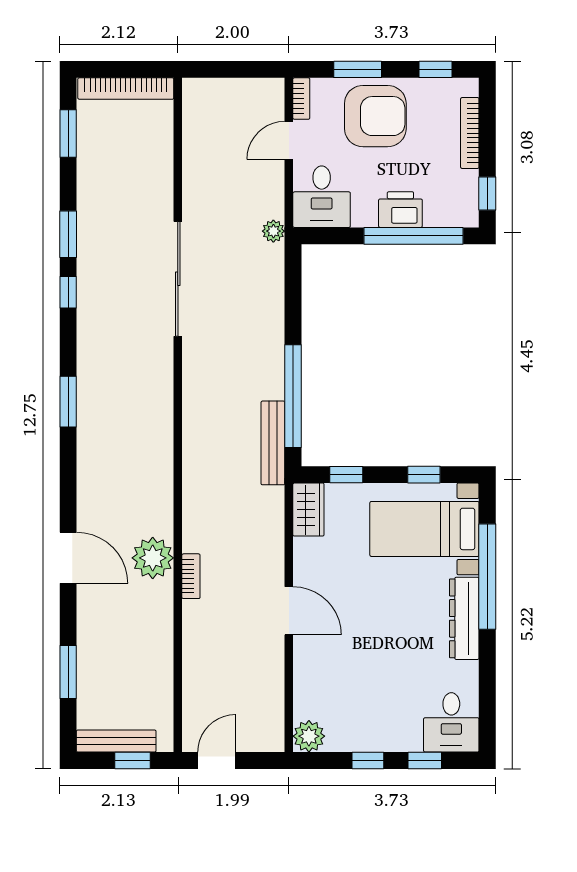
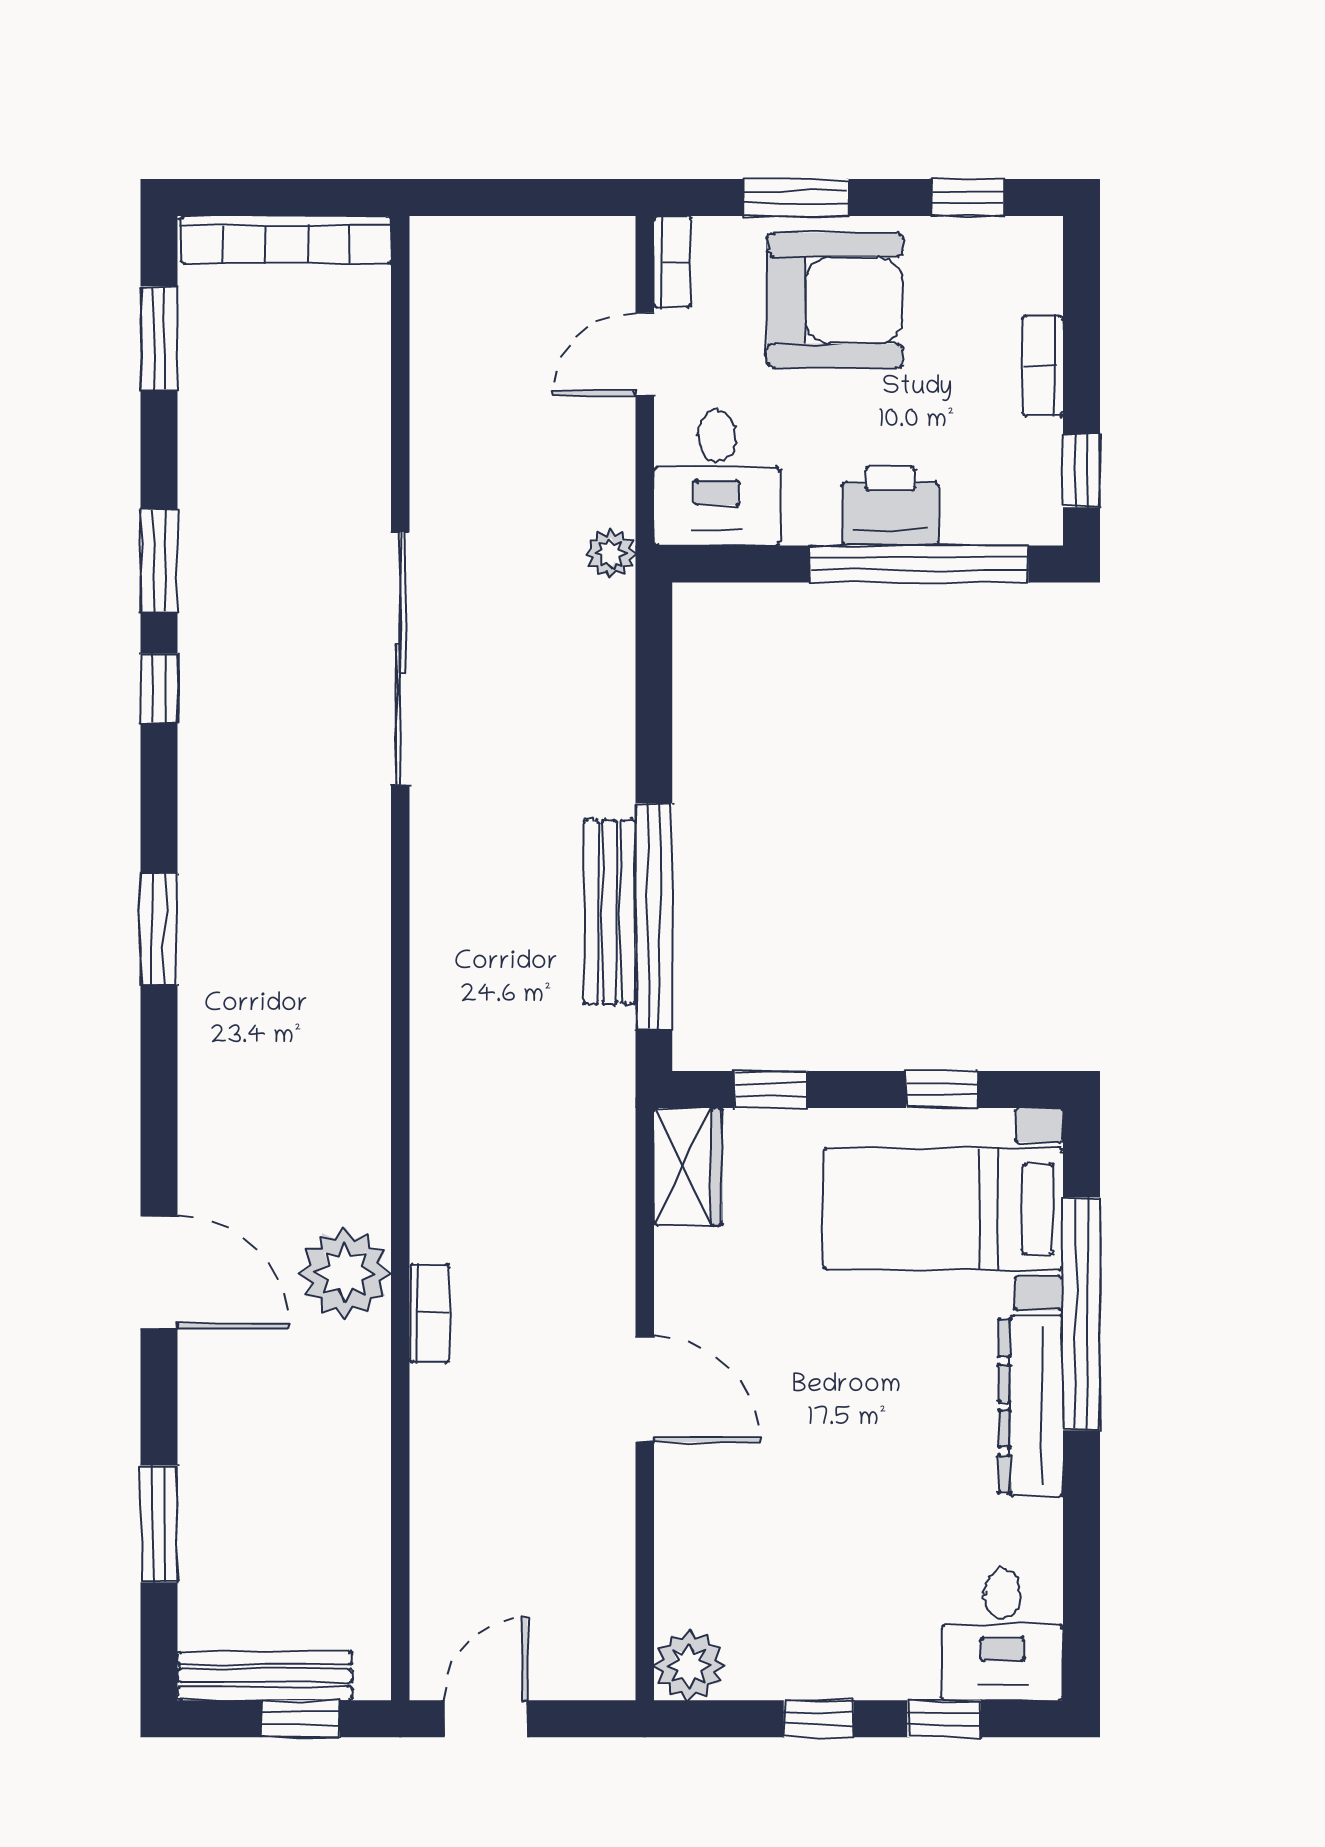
bookcase: (470, 133) -> (1043, 366), width x0.64
bench: (273, 443) -> (610, 912), moved

